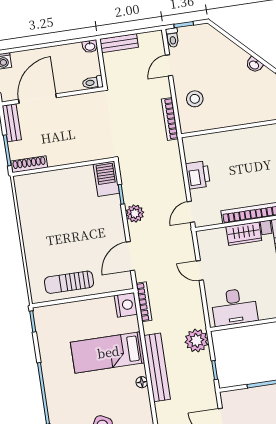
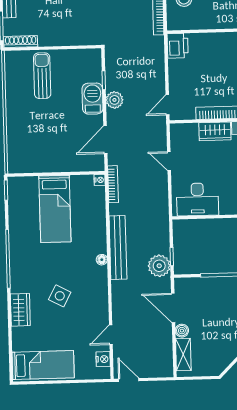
printer: (198, 175) -> (178, 46), moved
barbecue: (106, 179) -> (93, 99), moved
sun lounger: (69, 282) -> (42, 76), moved, turned 90
nightstand: (126, 305) -> (100, 180), width x0.53, depth x0.56
plant: (197, 341) -> (159, 266), moved
bed: (108, 352) -> (55, 209), moved, turned -90

